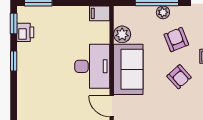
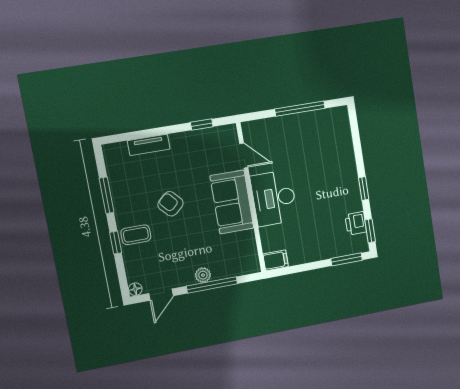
plant: (122, 34) -> (246, 241), removed
armchair: (176, 40) -> (182, 247), removed

